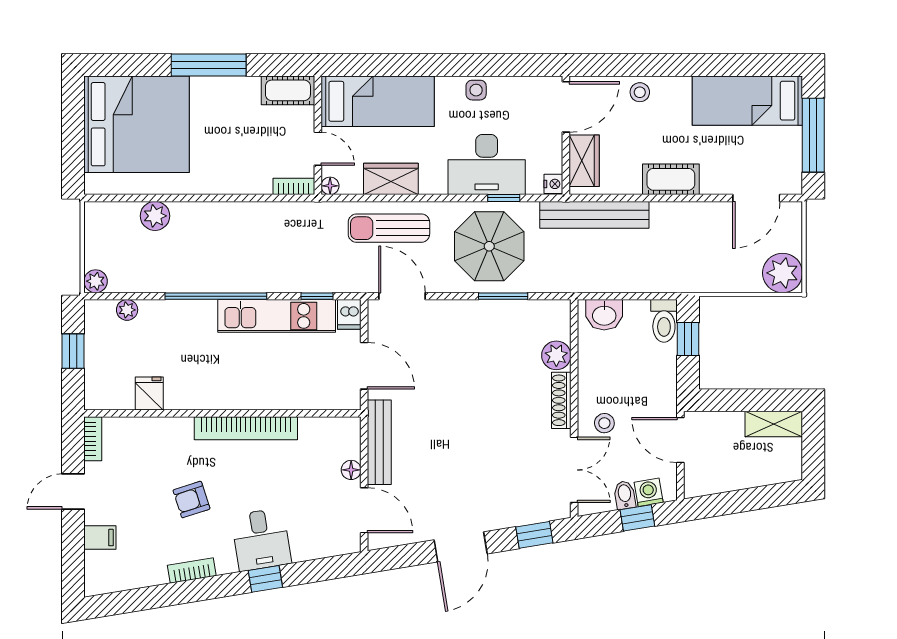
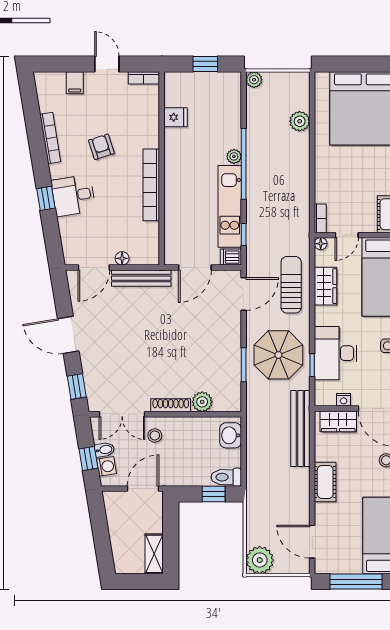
nightstand: (553, 184) -> (344, 400), moved
plant: (127, 310) -> (234, 156), moved
bookcase: (192, 571) -> (50, 138), width x1.56

